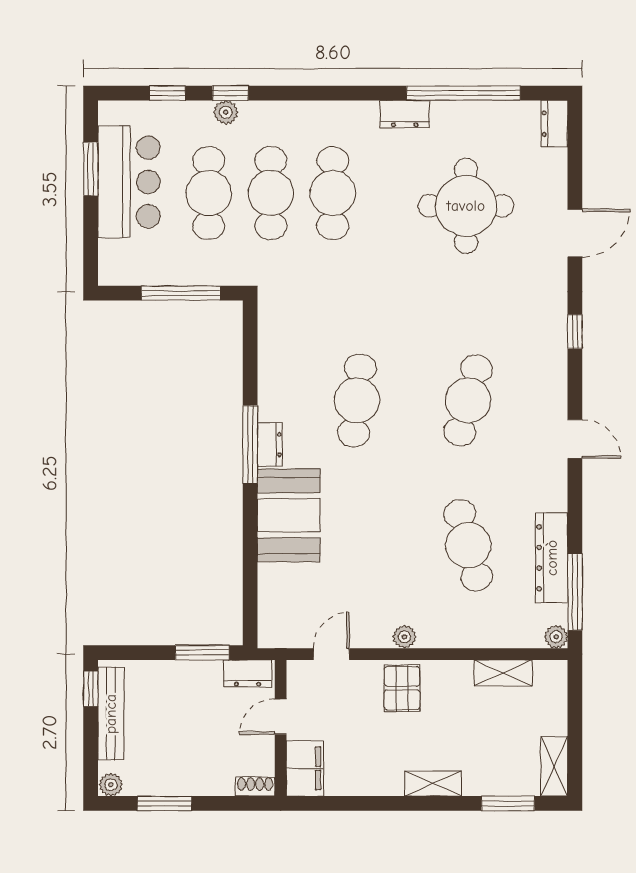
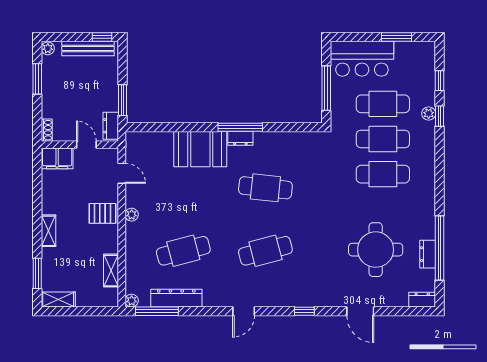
dresser: (405, 114) -> (428, 254), moved
bar counter: (129, 182) -> (362, 59), moved
cafe table: (468, 400) -> (265, 251), turned -30

